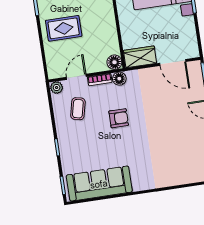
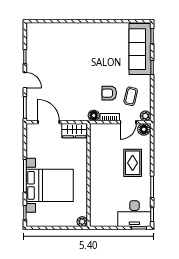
rug: (64, 28) -> (133, 163), turned 90
floor lamp: (114, 62) -> (144, 129), moved
armchair: (119, 118) -> (109, 93), moved
sofa: (99, 184) -> (140, 49), moved, turned 90

